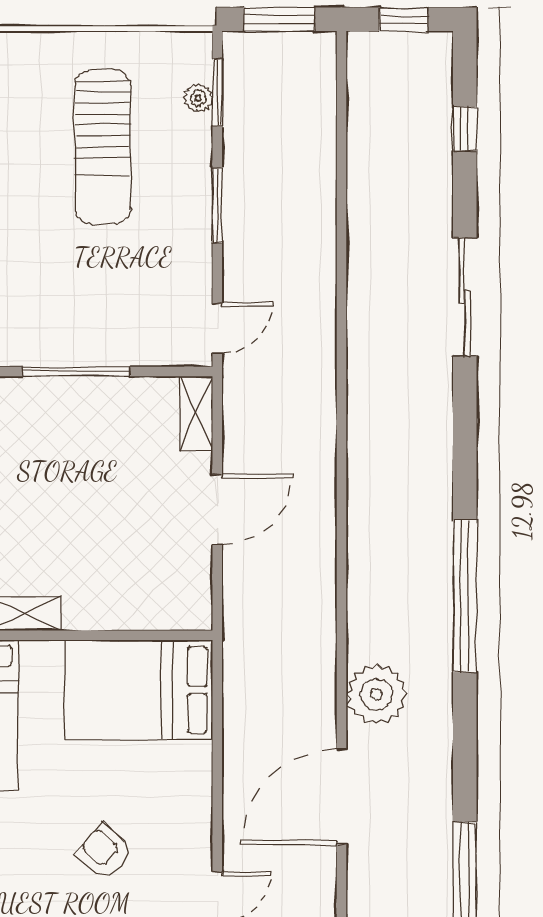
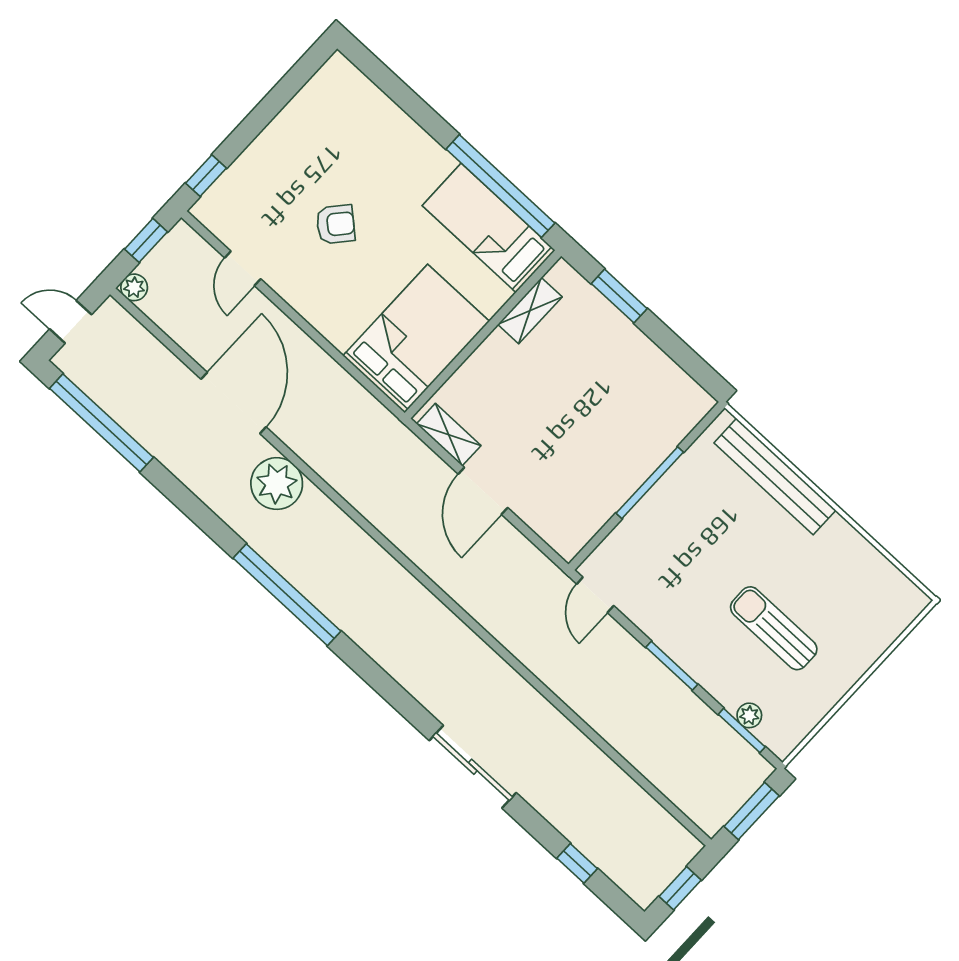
sun lounger: (103, 147) -> (774, 628), width x0.73, depth x0.75
shelving: (196, 414) -> (449, 435), moved

